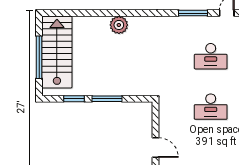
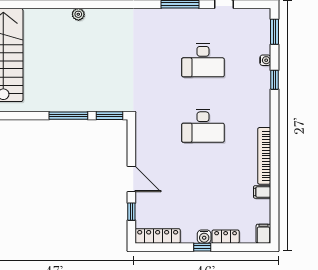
plant: (119, 25) -> (78, 14), width x0.53, depth x0.53
window: (74, 99) -> (110, 116), moved

